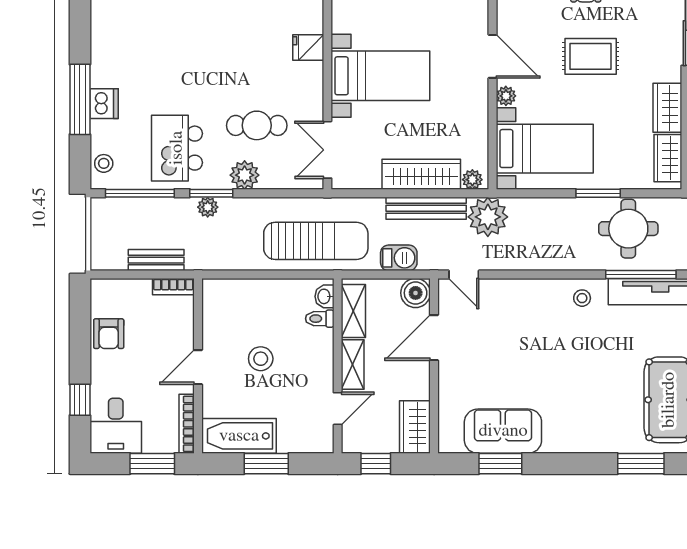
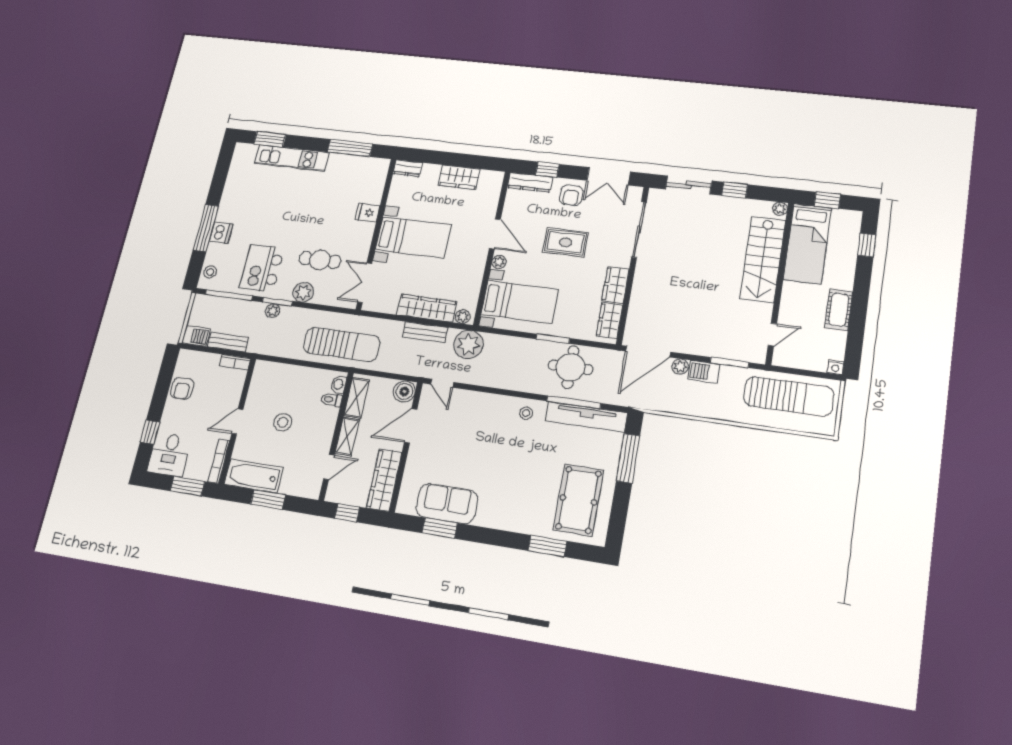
bench: (426, 208) -> (425, 332), width x0.73
barbecue: (399, 258) -> (196, 336), moved
wardrobe: (415, 427) -> (384, 480), width x1.50

